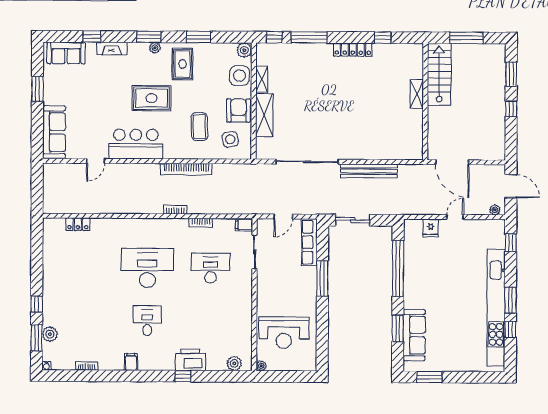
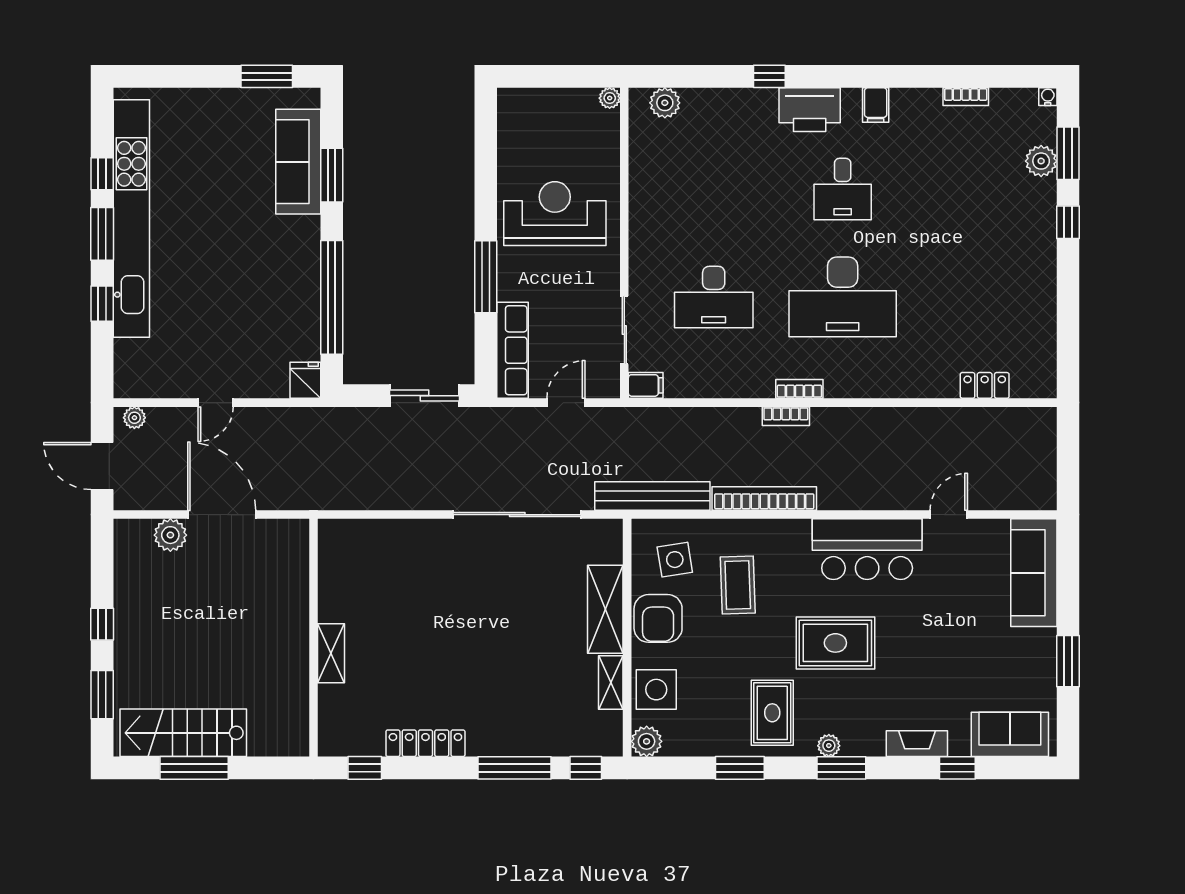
stairs: (439, 74) -> (183, 733), moved, turned 90
shelving: (417, 94) -> (331, 653), moved
wall: (425, 102) -> (314, 638), moved
plant: (478, 152) -> (170, 535), added
bench: (369, 171) -> (652, 496), moved
bookcase: (201, 223) -> (799, 389), moved
fridge: (431, 228) -> (305, 380), moved
window: (511, 243) -> (102, 304), moved
reception desk: (284, 333) -> (555, 214), moved
printer: (190, 360) -> (810, 110), moved

